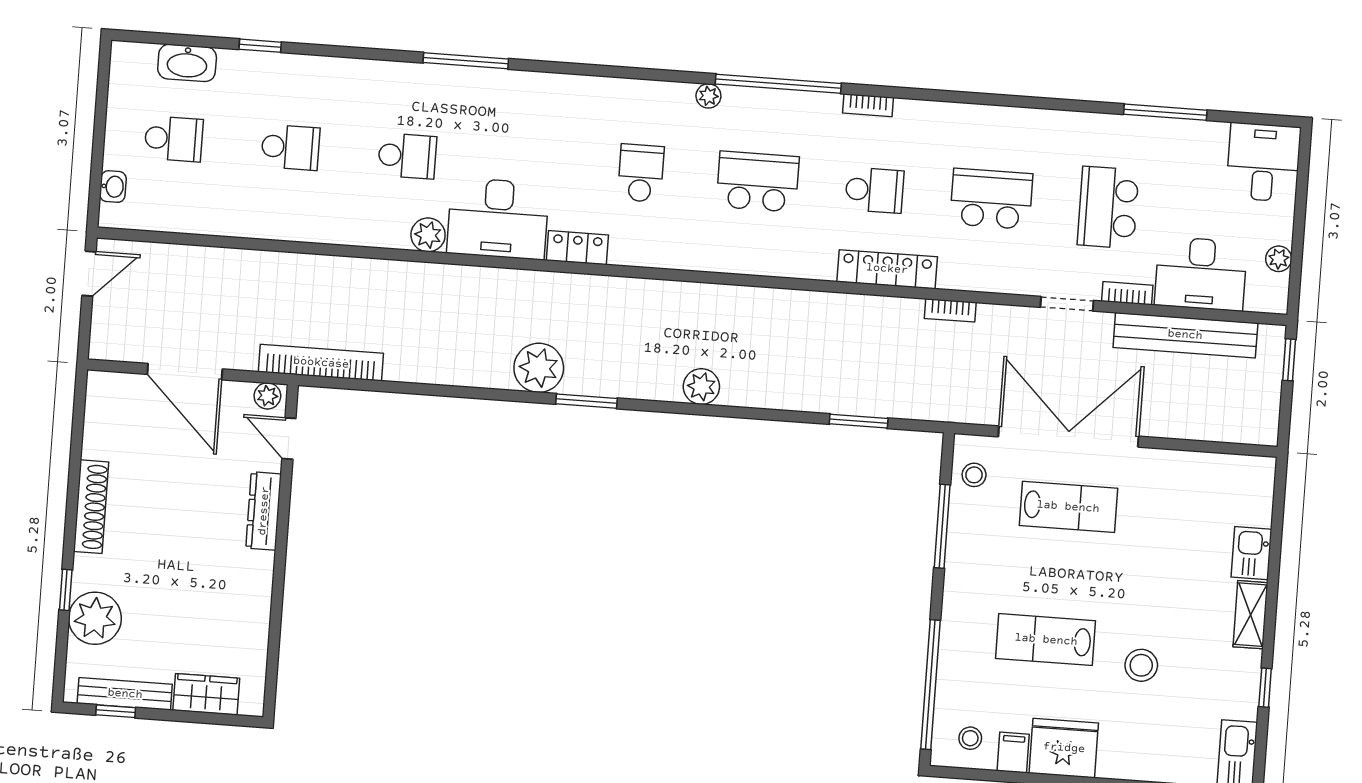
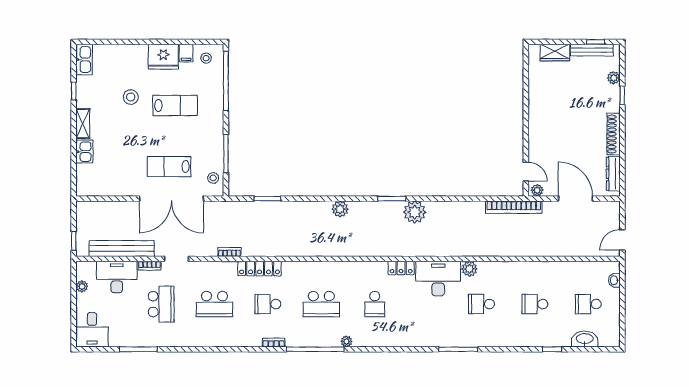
dresser: (264, 511) -> (613, 174), moved, turned 180
plant: (95, 618) -> (614, 78), width x0.53, depth x0.53

